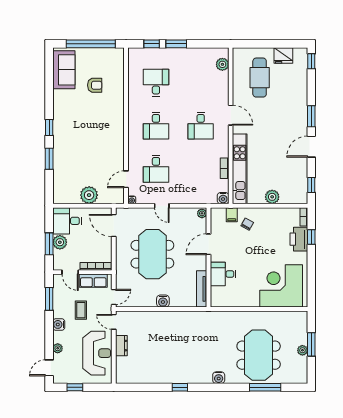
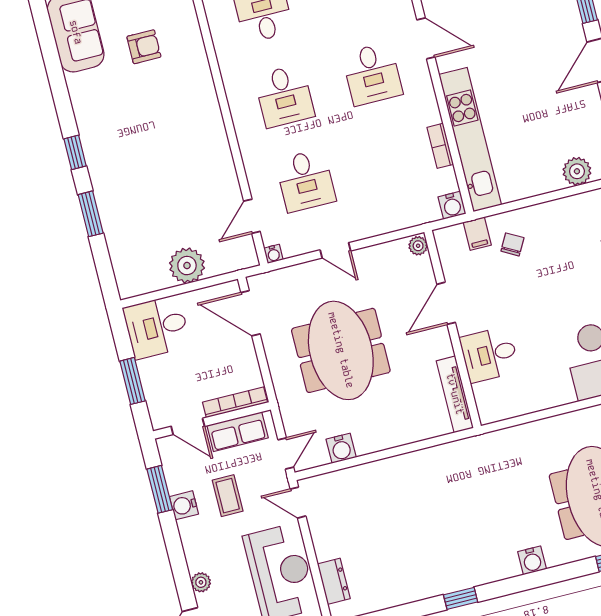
plant: (272, 197) -> (577, 171), moved
plant: (60, 242) -> (153, 373), removed
water cooler: (163, 301) -> (341, 448), moved
water cooler: (59, 324) -> (184, 505), moved
dresser: (121, 346) -> (334, 581), moved

